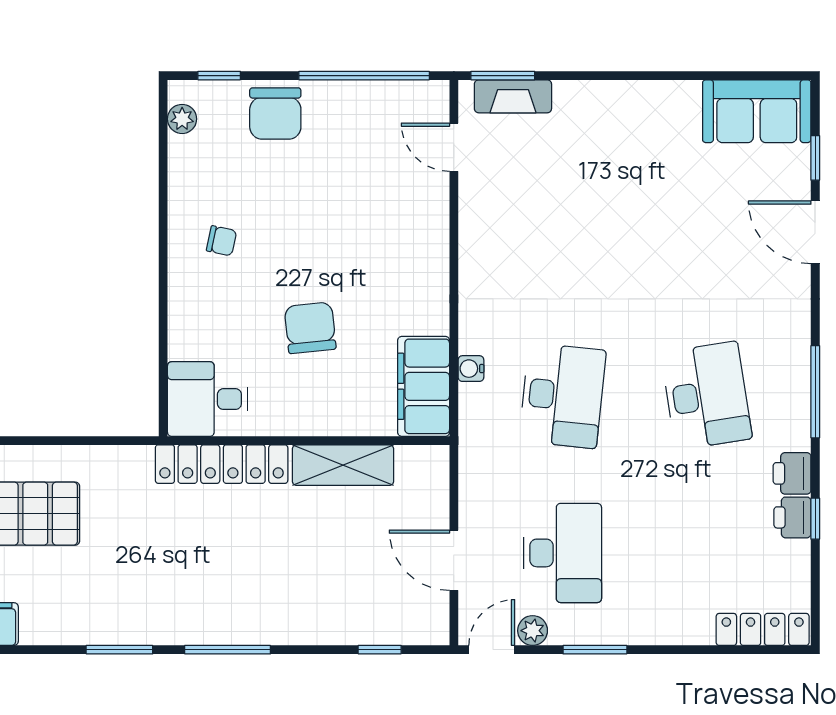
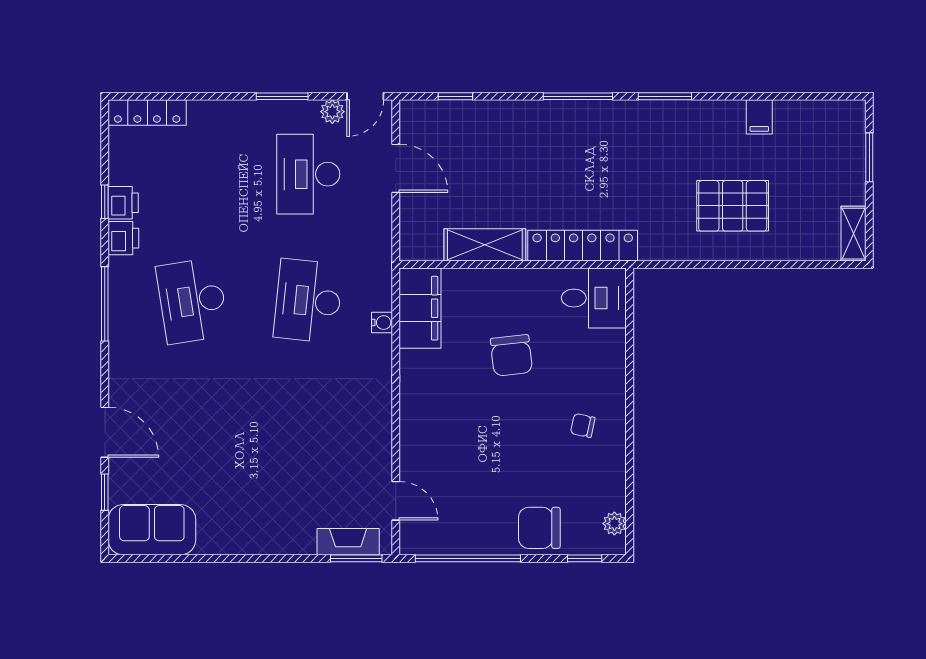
chair: (275, 114) -> (539, 528), turned -90

